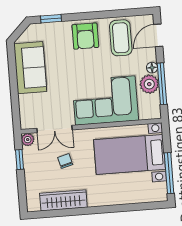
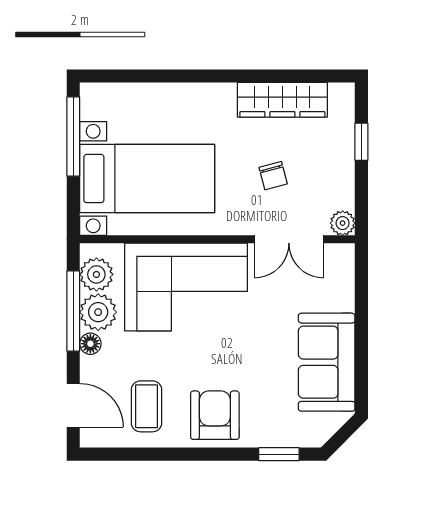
door: (158, 35) -> (73, 405), hinge flipped
coffee table: (121, 38) -> (146, 406), width x0.73, depth x0.77
plant: (152, 103) -> (96, 274), added
double door: (54, 129) -> (289, 239), swing flipped
window: (20, 160) -> (361, 142), moved

